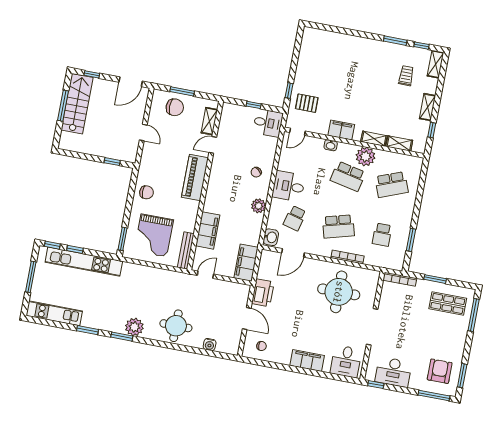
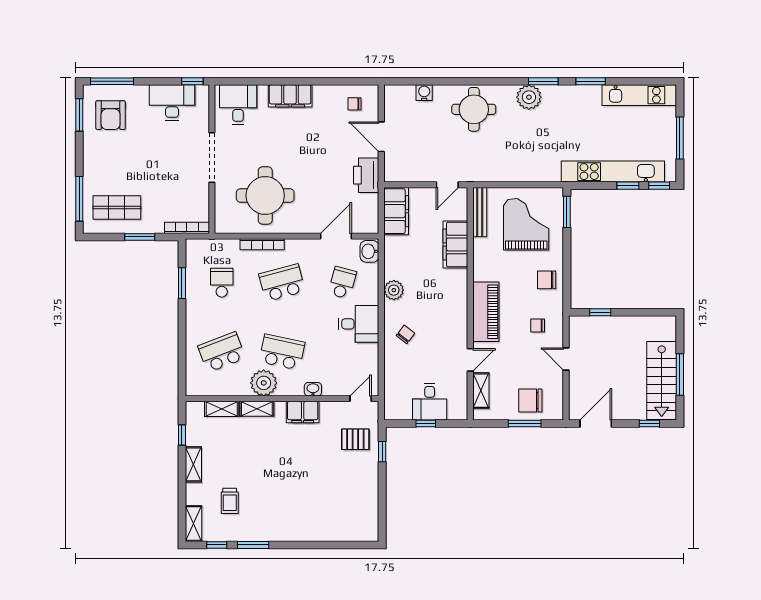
desk: (268, 123) -> (430, 402), moved, turned -90
chair: (159, 161) -> (538, 325), added

